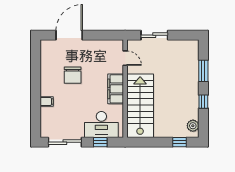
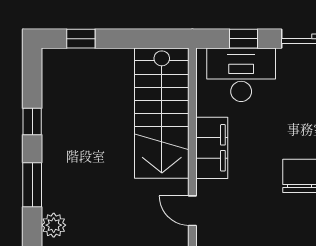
plant: (193, 126) -> (54, 225), moved

